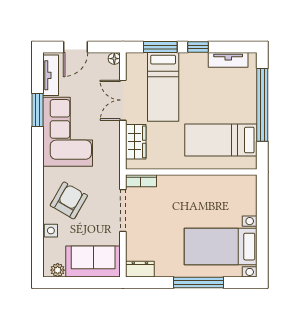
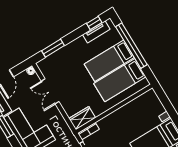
window: (198, 47) -> (94, 23), moved
bed: (163, 87) -> (109, 61), moved, turned 90
wardrobe: (136, 142) -> (82, 118), moved, turned -90

